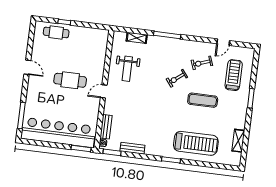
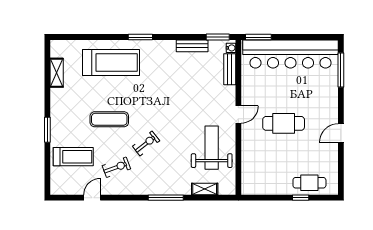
door: (27, 67) -> (341, 133), hinge flipped
weight bench: (127, 69) -> (212, 148), width x1.36, depth x1.33
treadmill: (234, 75) -> (73, 157), turned -90
treadmill: (196, 143) -> (111, 63), turned 180

